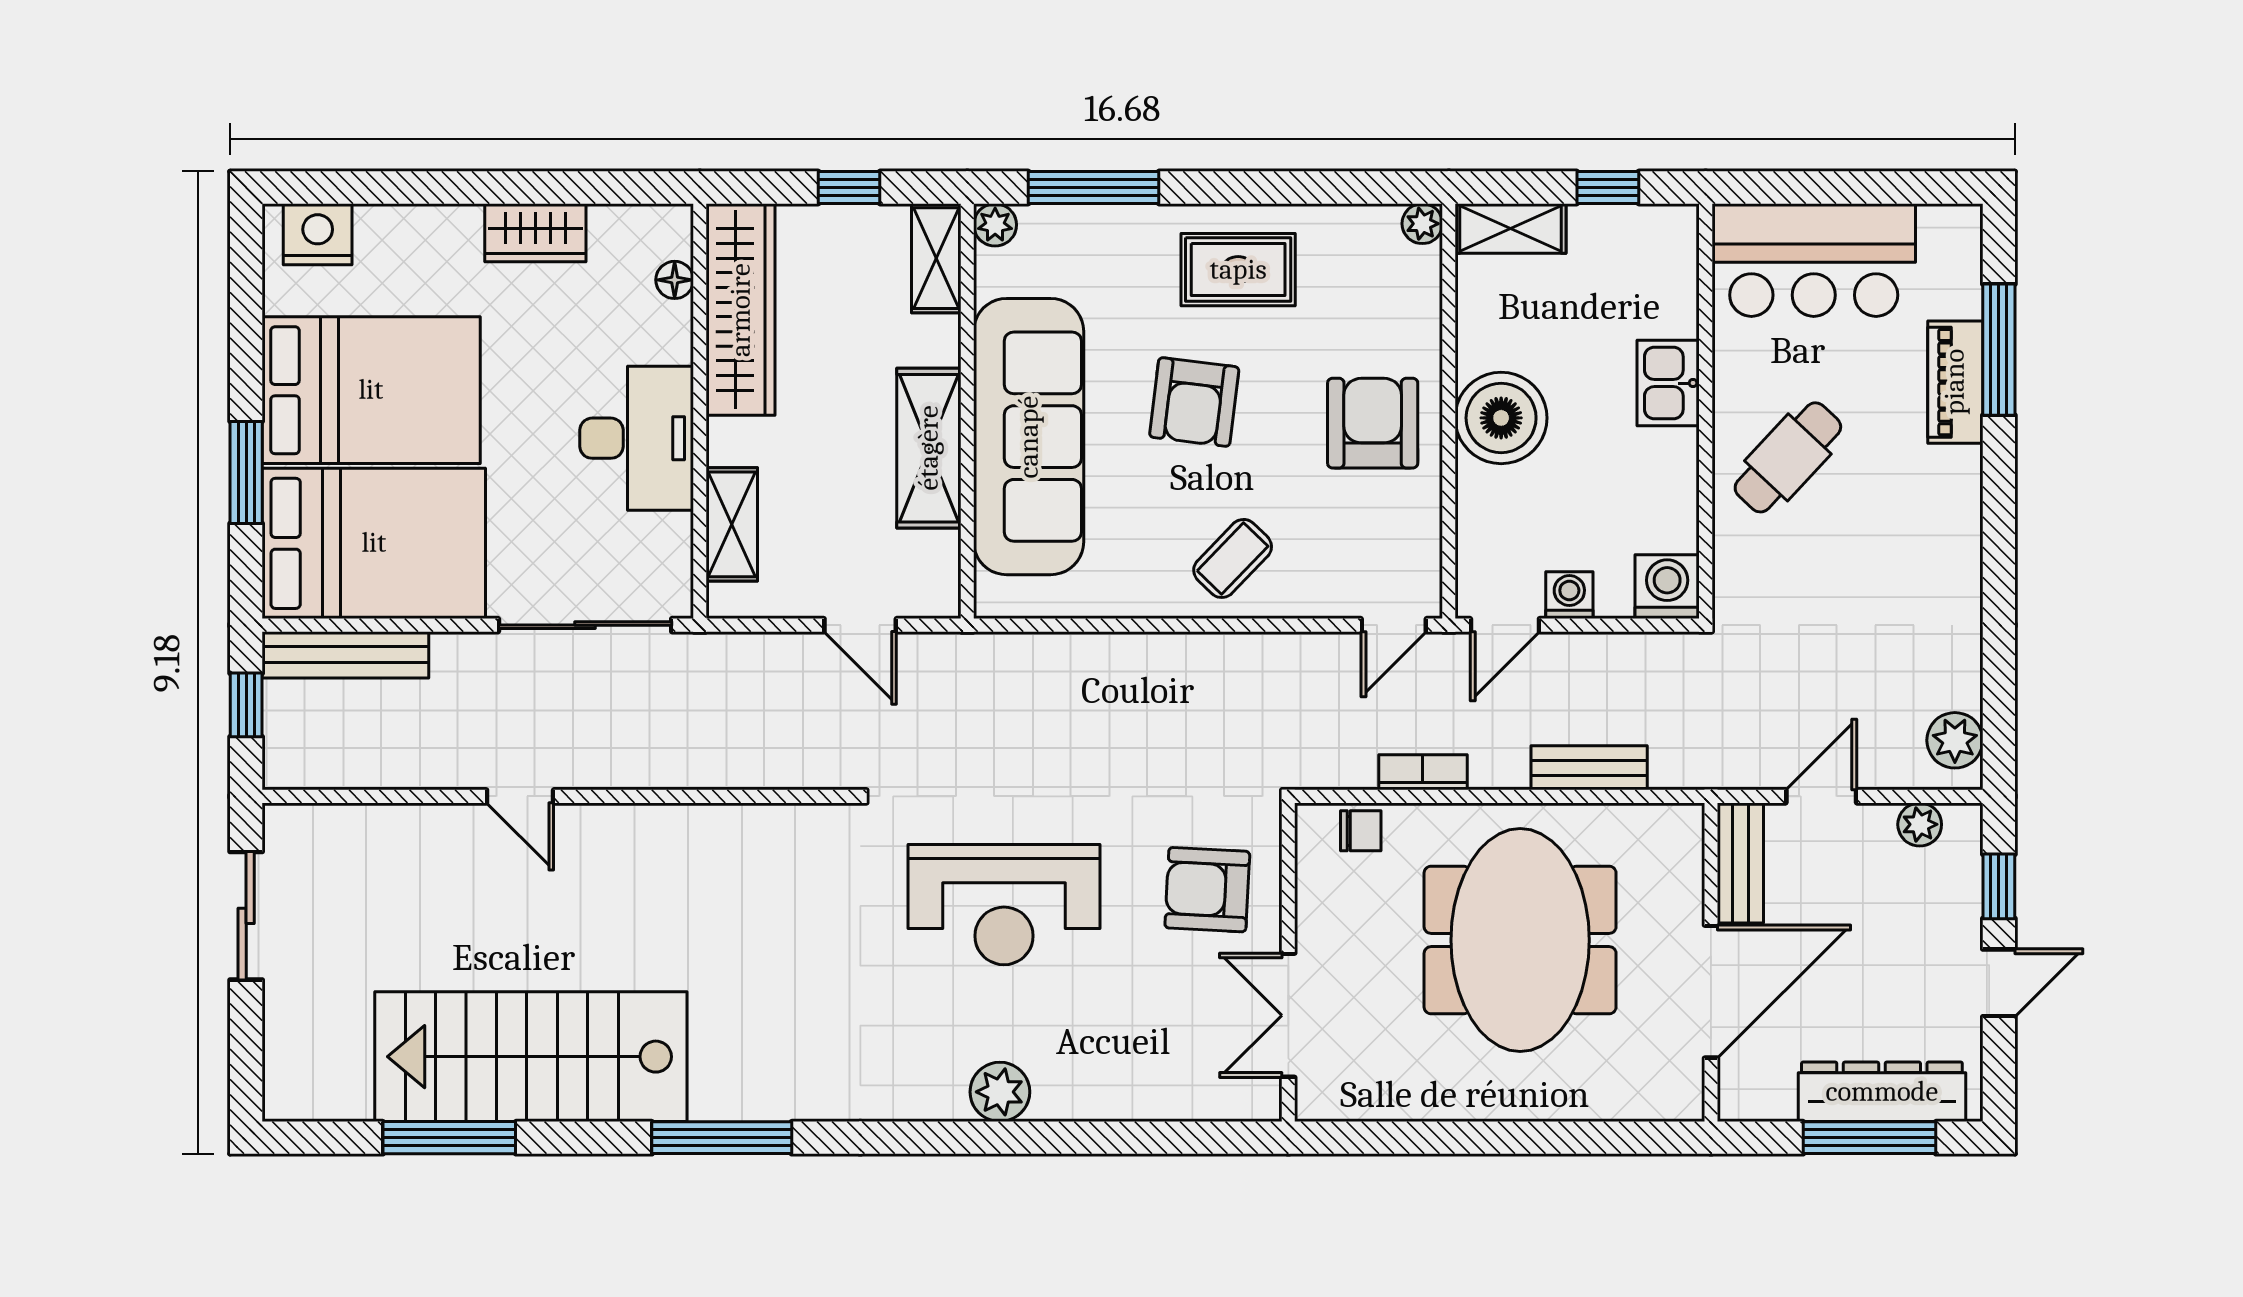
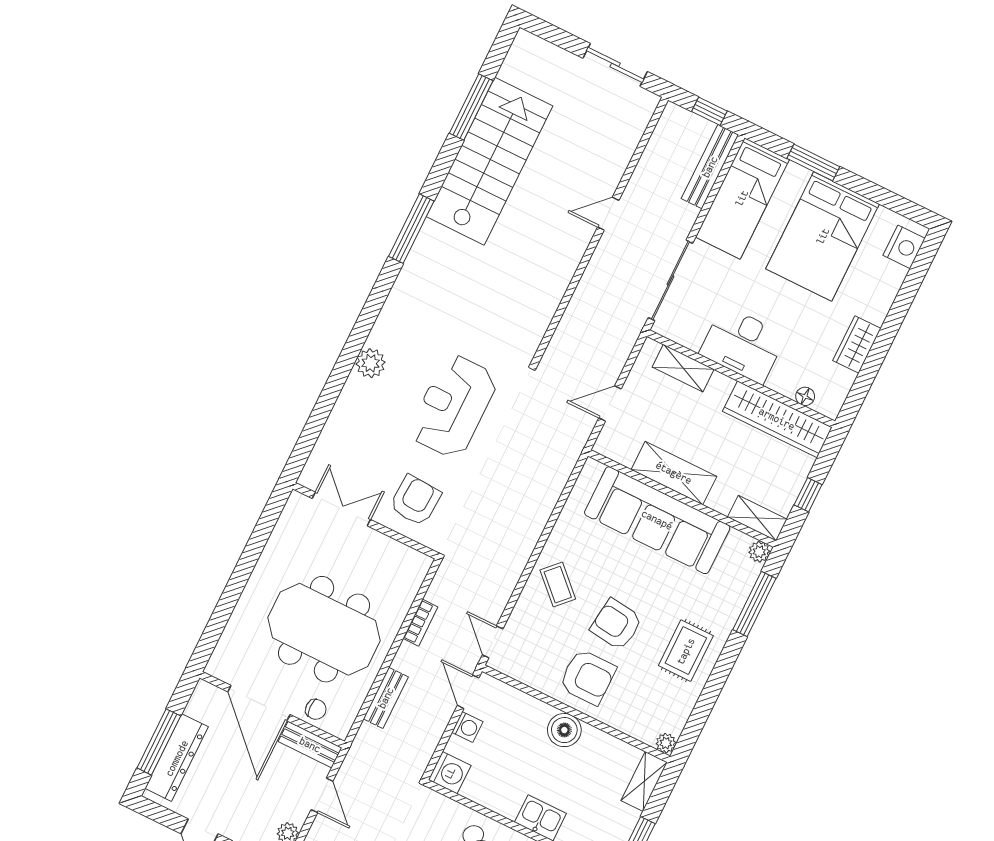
armchair: (1194, 402) -> (616, 624), moved
boiler: (1501, 418) -> (564, 730), width x0.73, depth x0.73
bed: (374, 543) -> (742, 198), width x0.67
chair: (1361, 831) -> (316, 709), moved, turned -90

